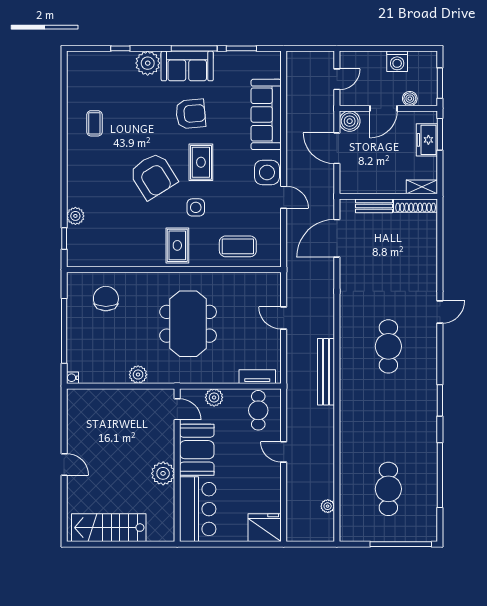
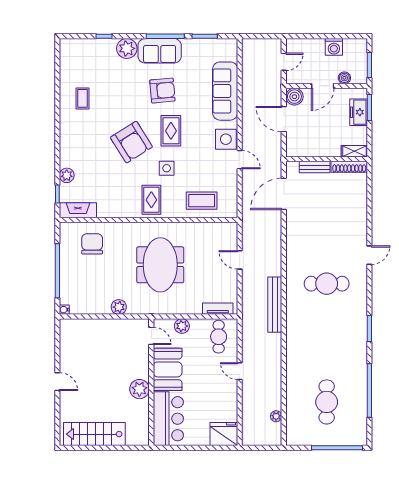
fireplace: (89, 258) -> (78, 210), added
cafe table: (388, 346) -> (327, 284), turned 90

